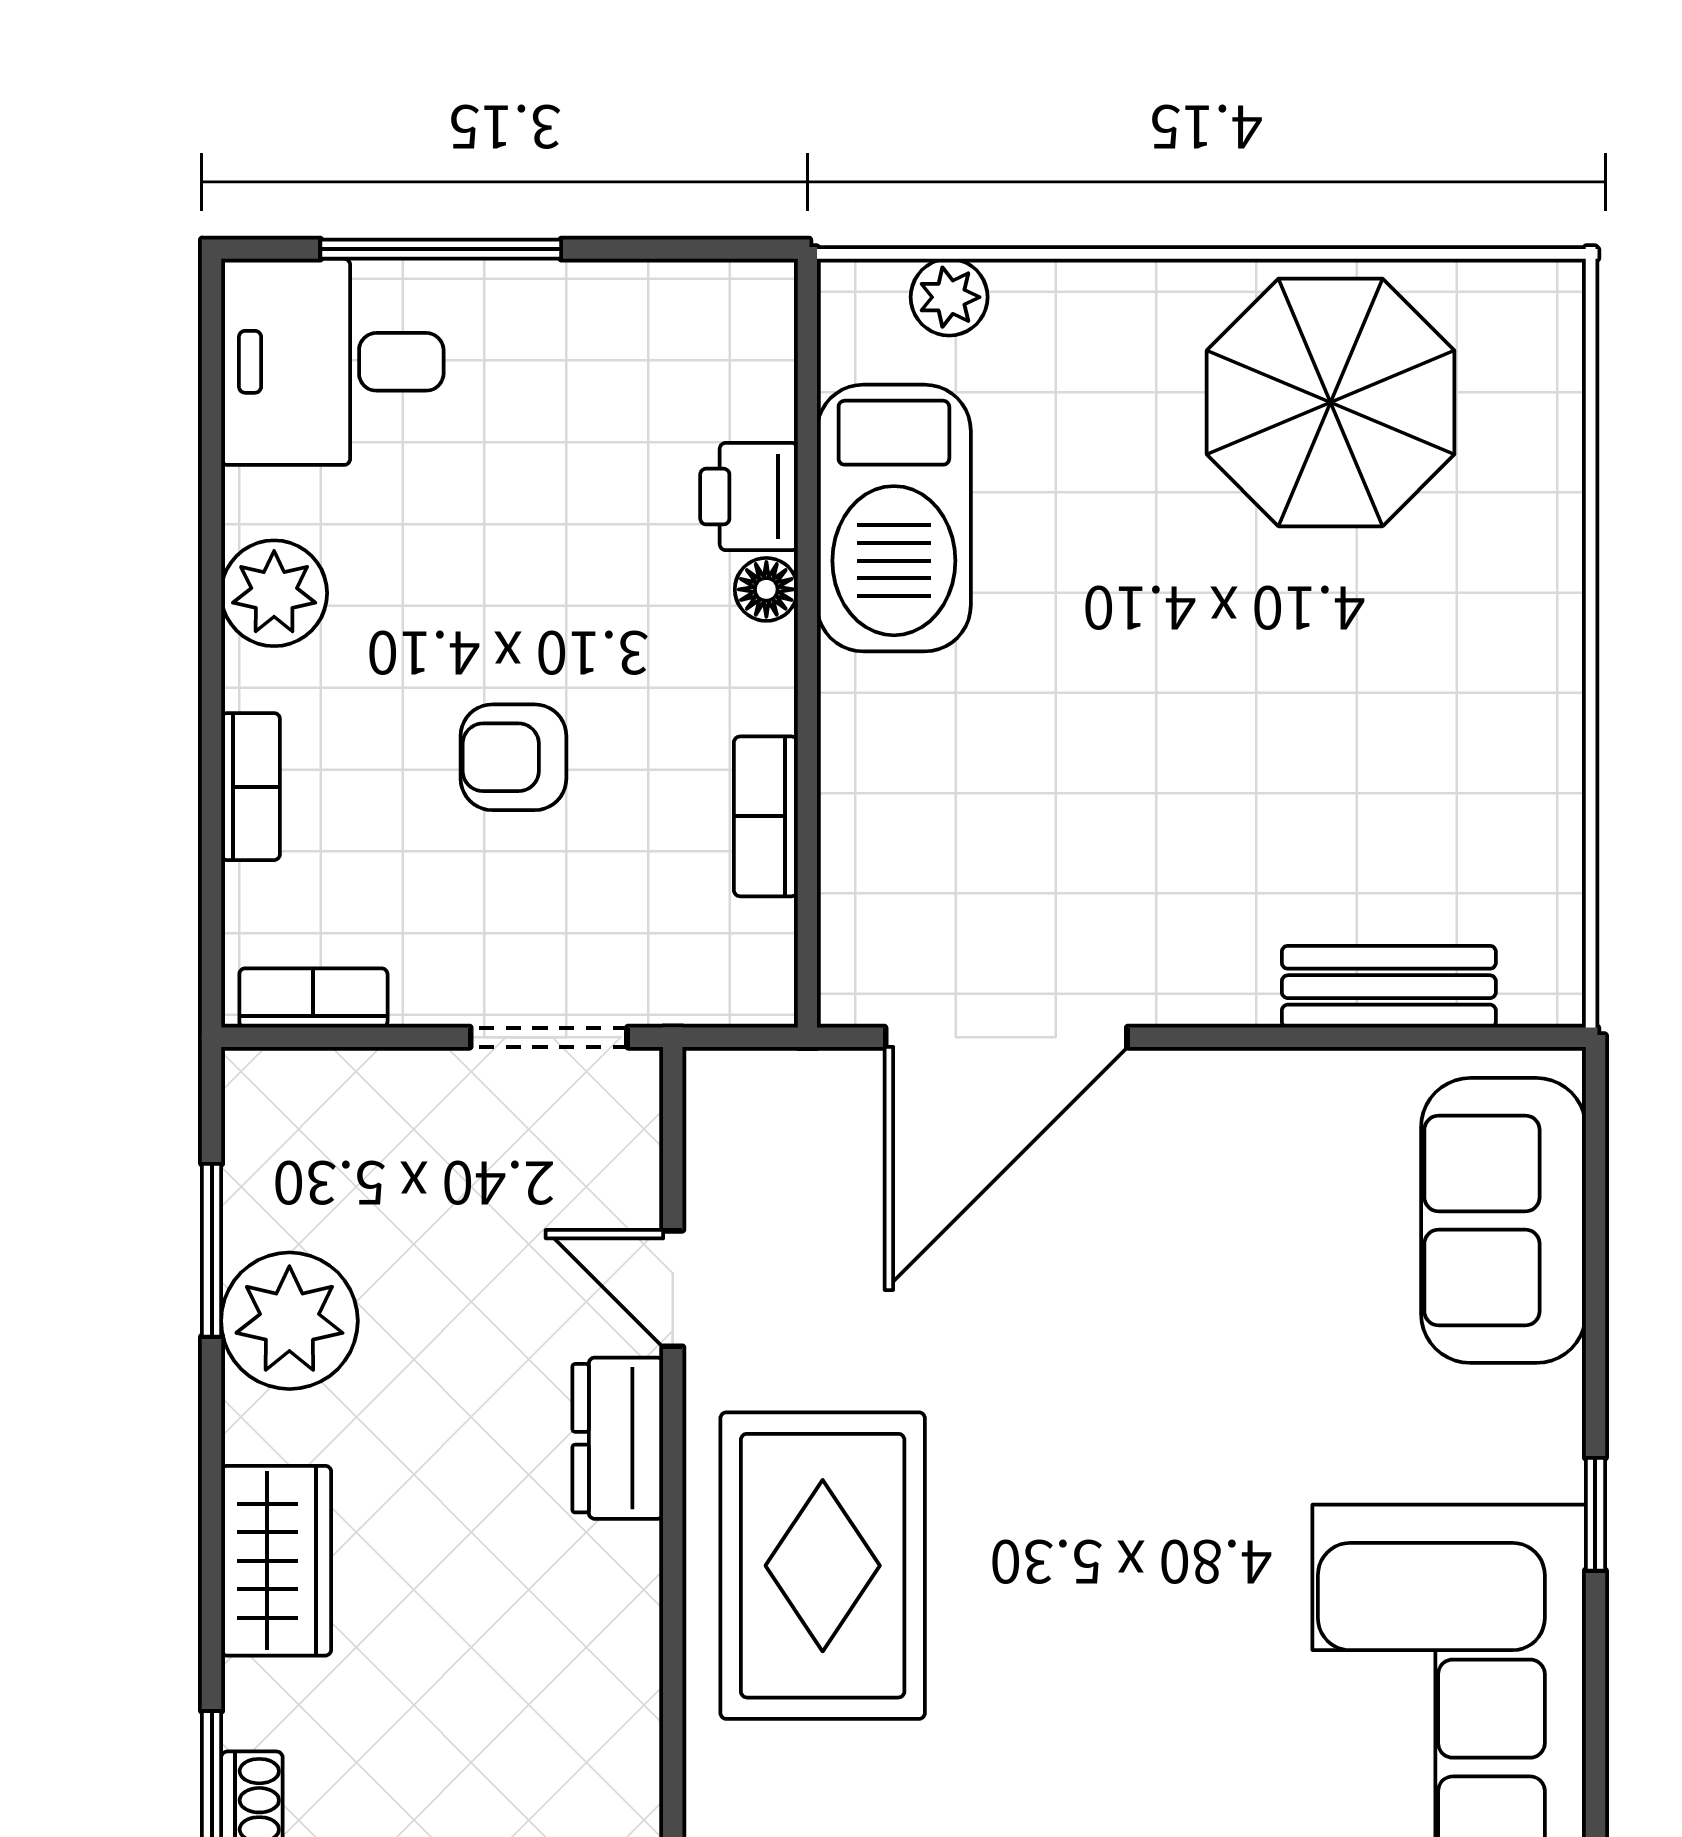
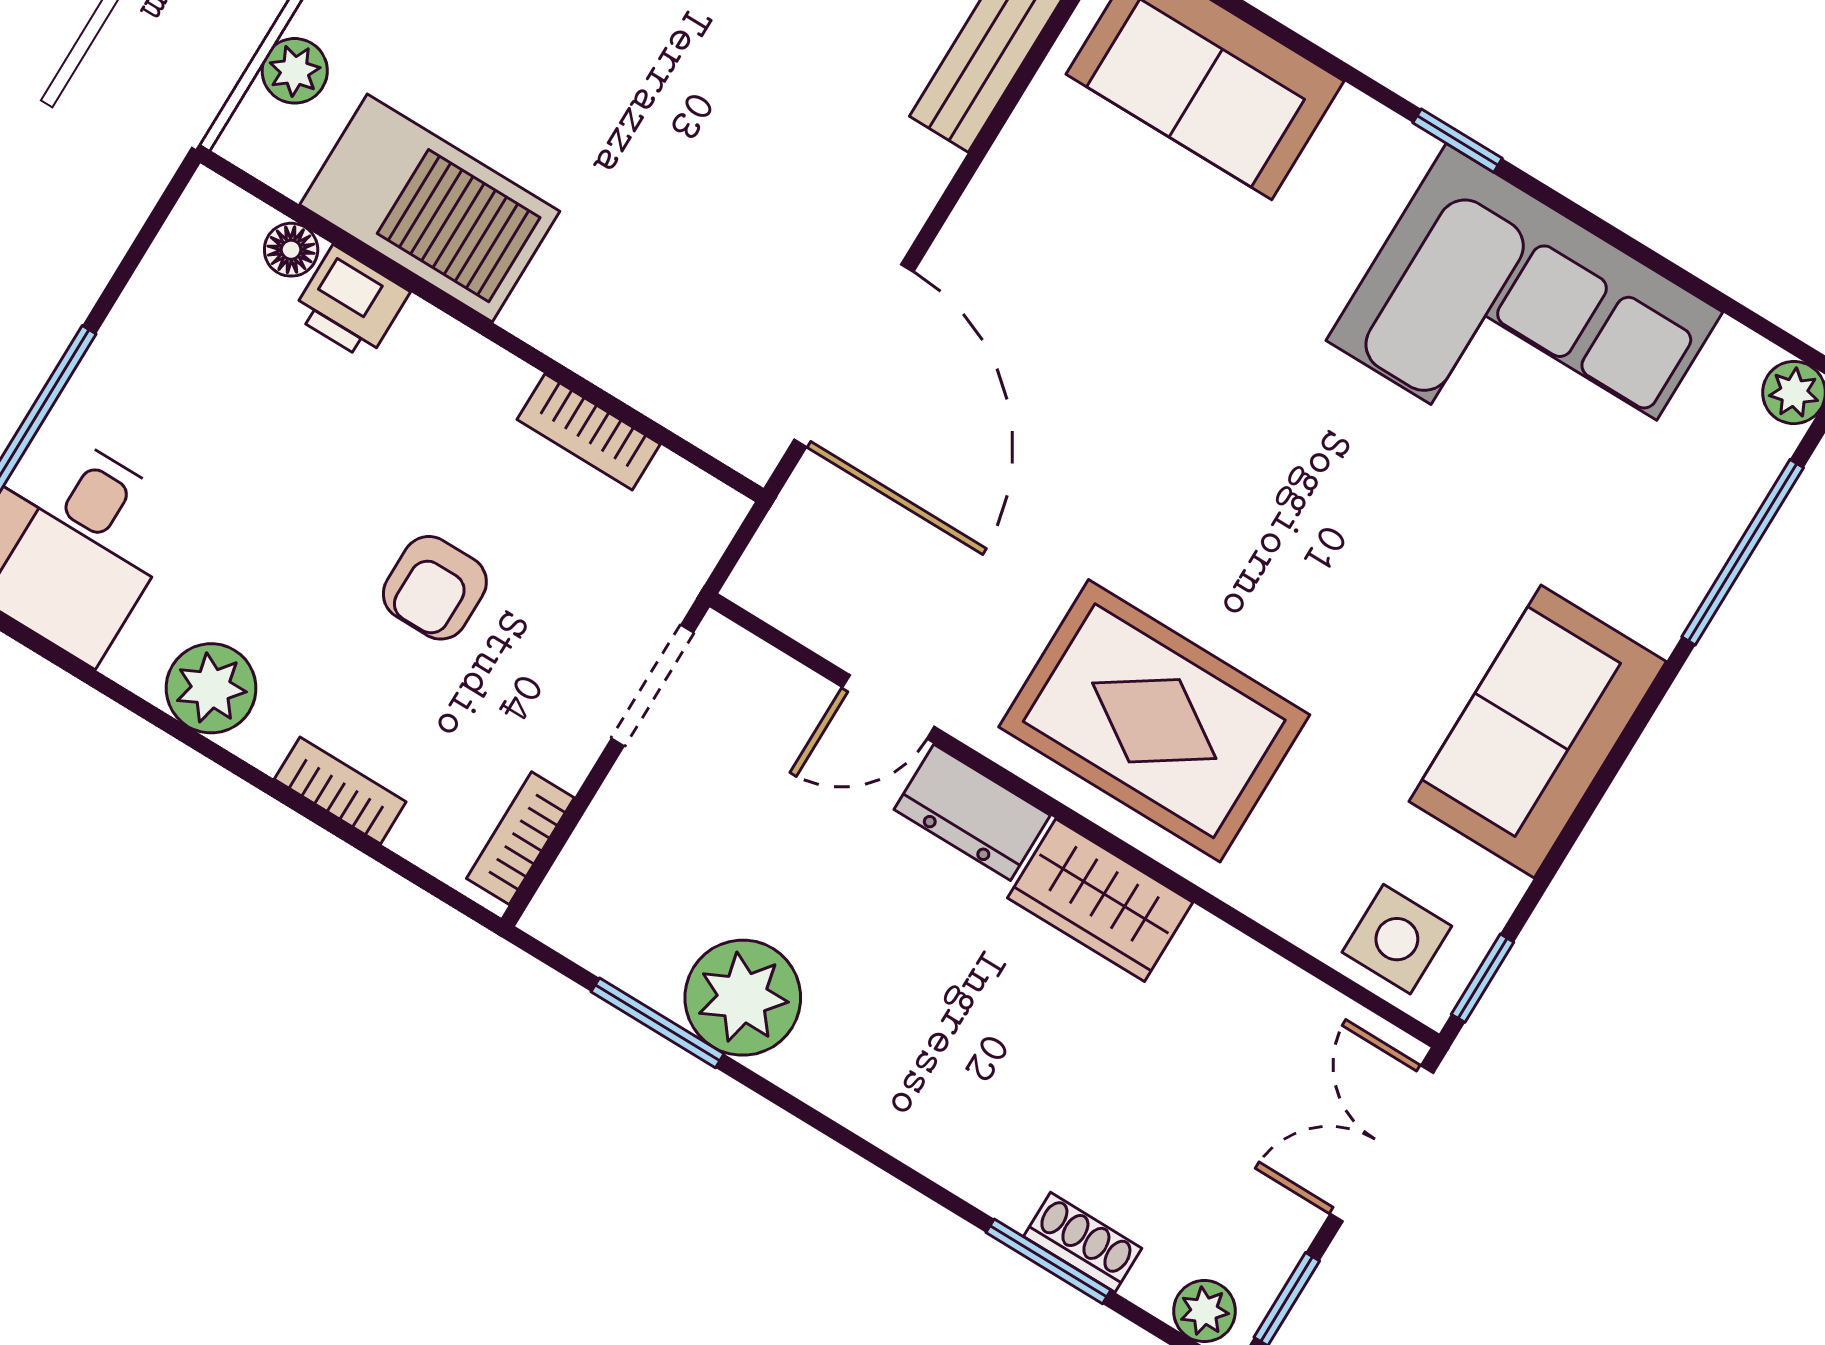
floor lamp: (766, 589) -> (291, 250), moved
wardrobe: (276, 1561) -> (1100, 900), moved, turned 180

